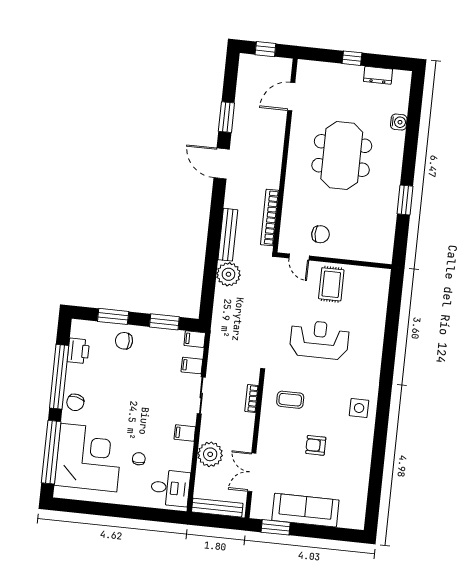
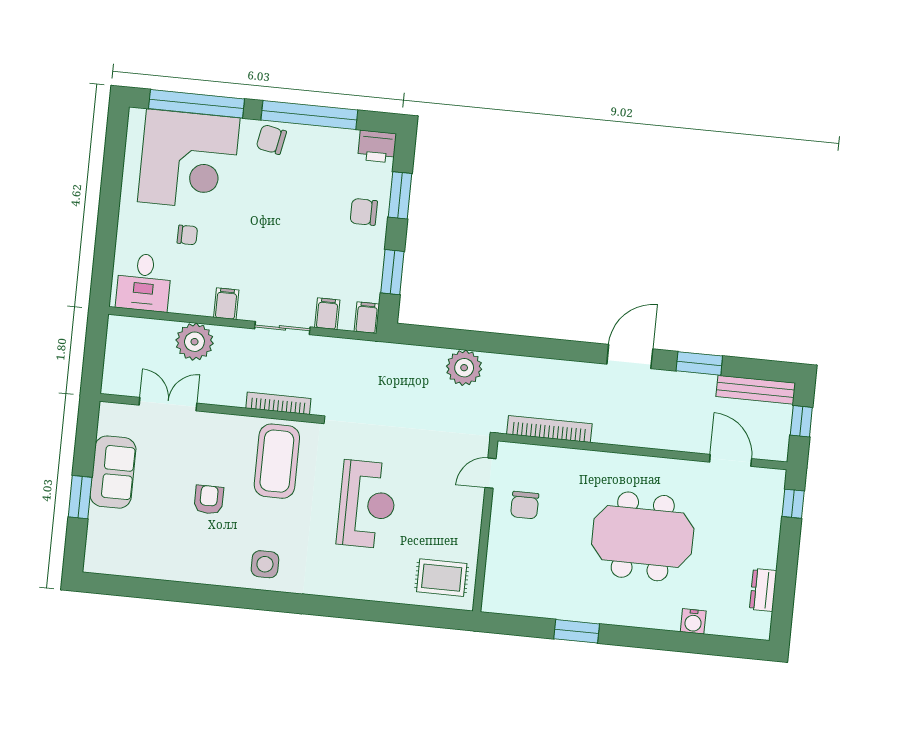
window: (352, 58) -> (793, 504), moved
bench: (228, 235) -> (756, 390), moved
rug: (331, 284) -> (442, 578), moved
chair: (124, 341) -> (364, 212), turned -90
printer: (78, 351) -> (377, 147), moved
bookcase: (252, 398) -> (278, 403), width x1.56
coffee table: (290, 400) -> (277, 461), width x1.86, depth x1.72
bench: (217, 508) -> (115, 353), removed
sofa: (305, 510) -> (113, 472), width x0.73
window: (276, 527) -> (80, 497), moved

